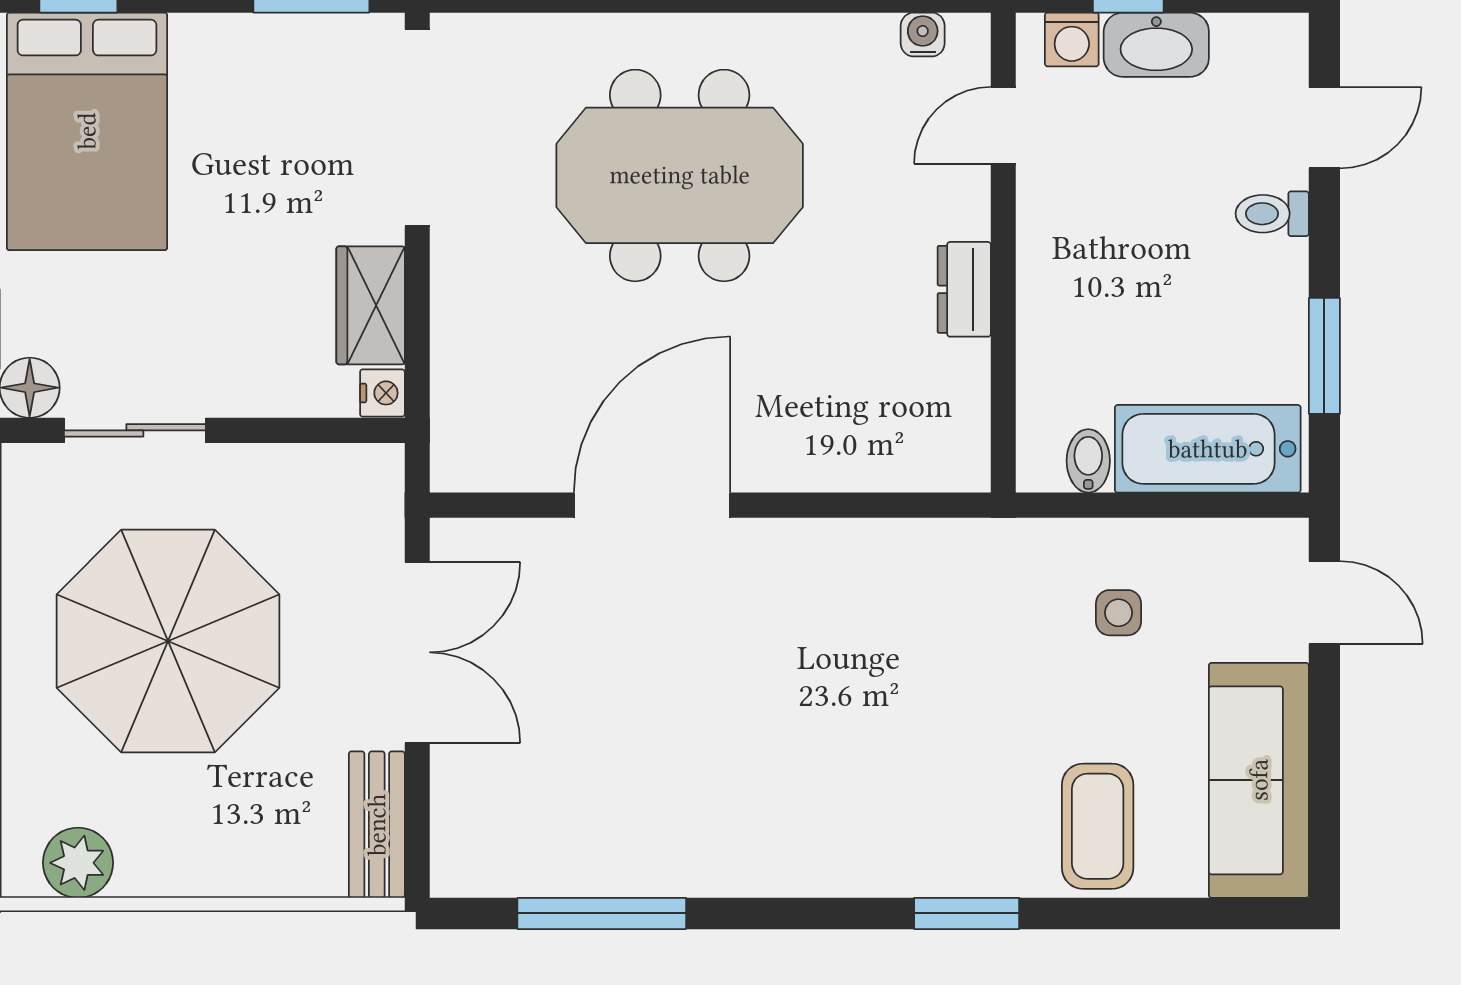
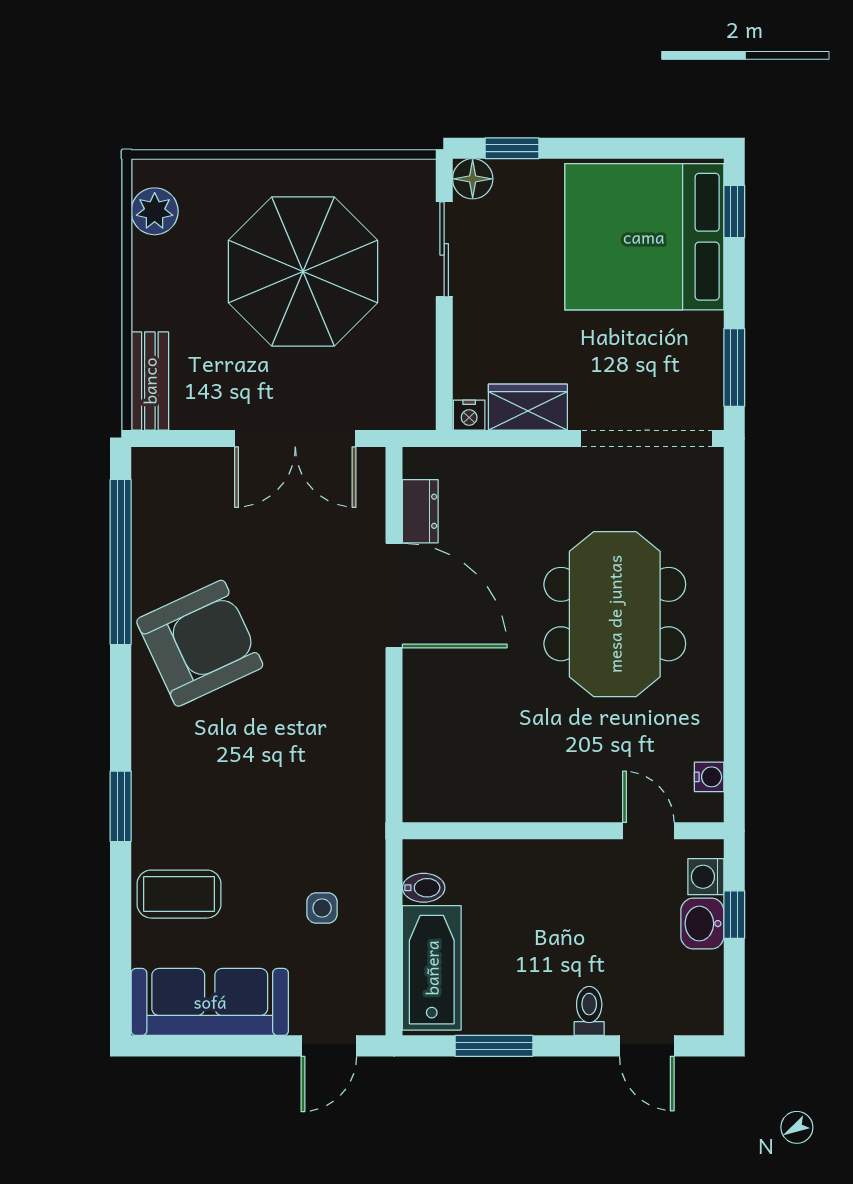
washbasin: (1156, 45) -> (702, 924), width x0.72
bed: (87, 131) -> (644, 237), width x1.36
dresser: (964, 289) -> (420, 511), moved, turned 90
armchair: (723, 795) -> (200, 643), added
bench: (377, 825) -> (150, 381), moved, turned 90
window: (602, 913) -> (121, 562), width x1.46

